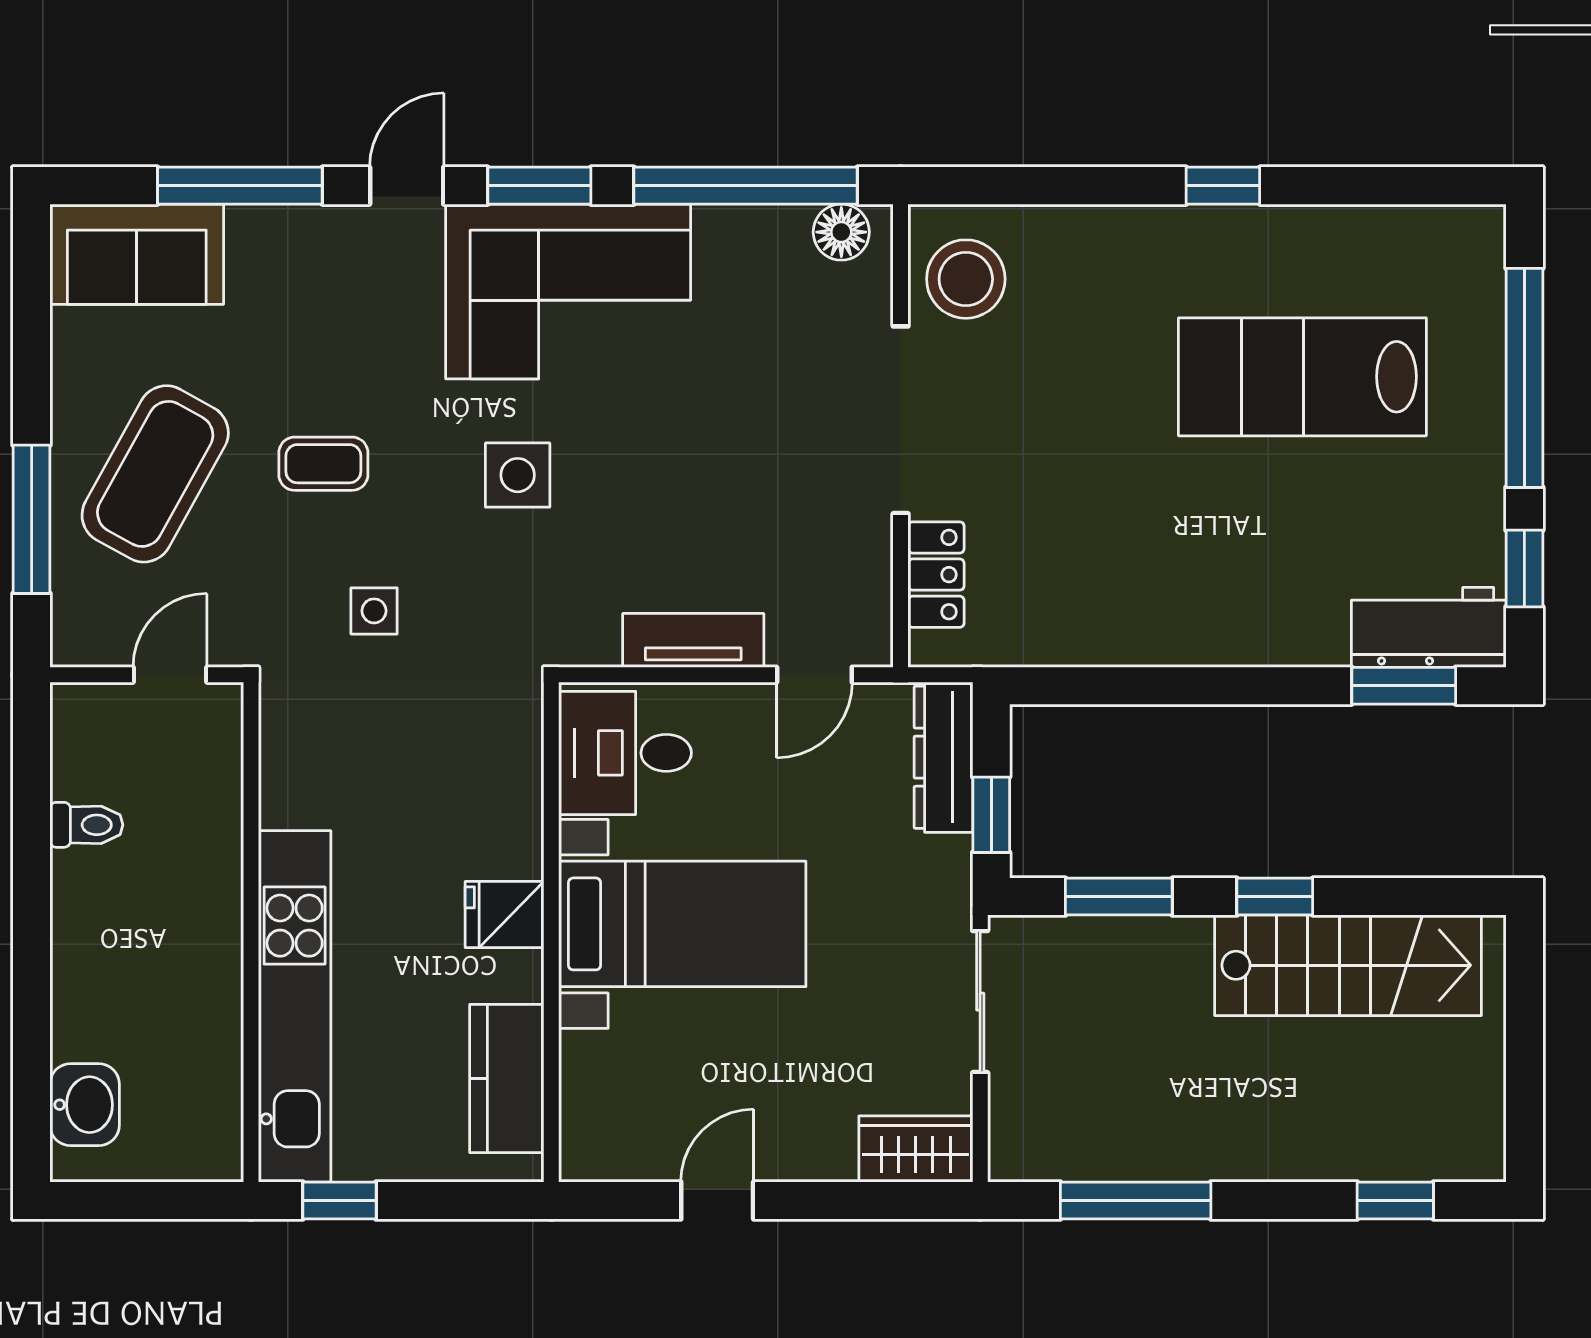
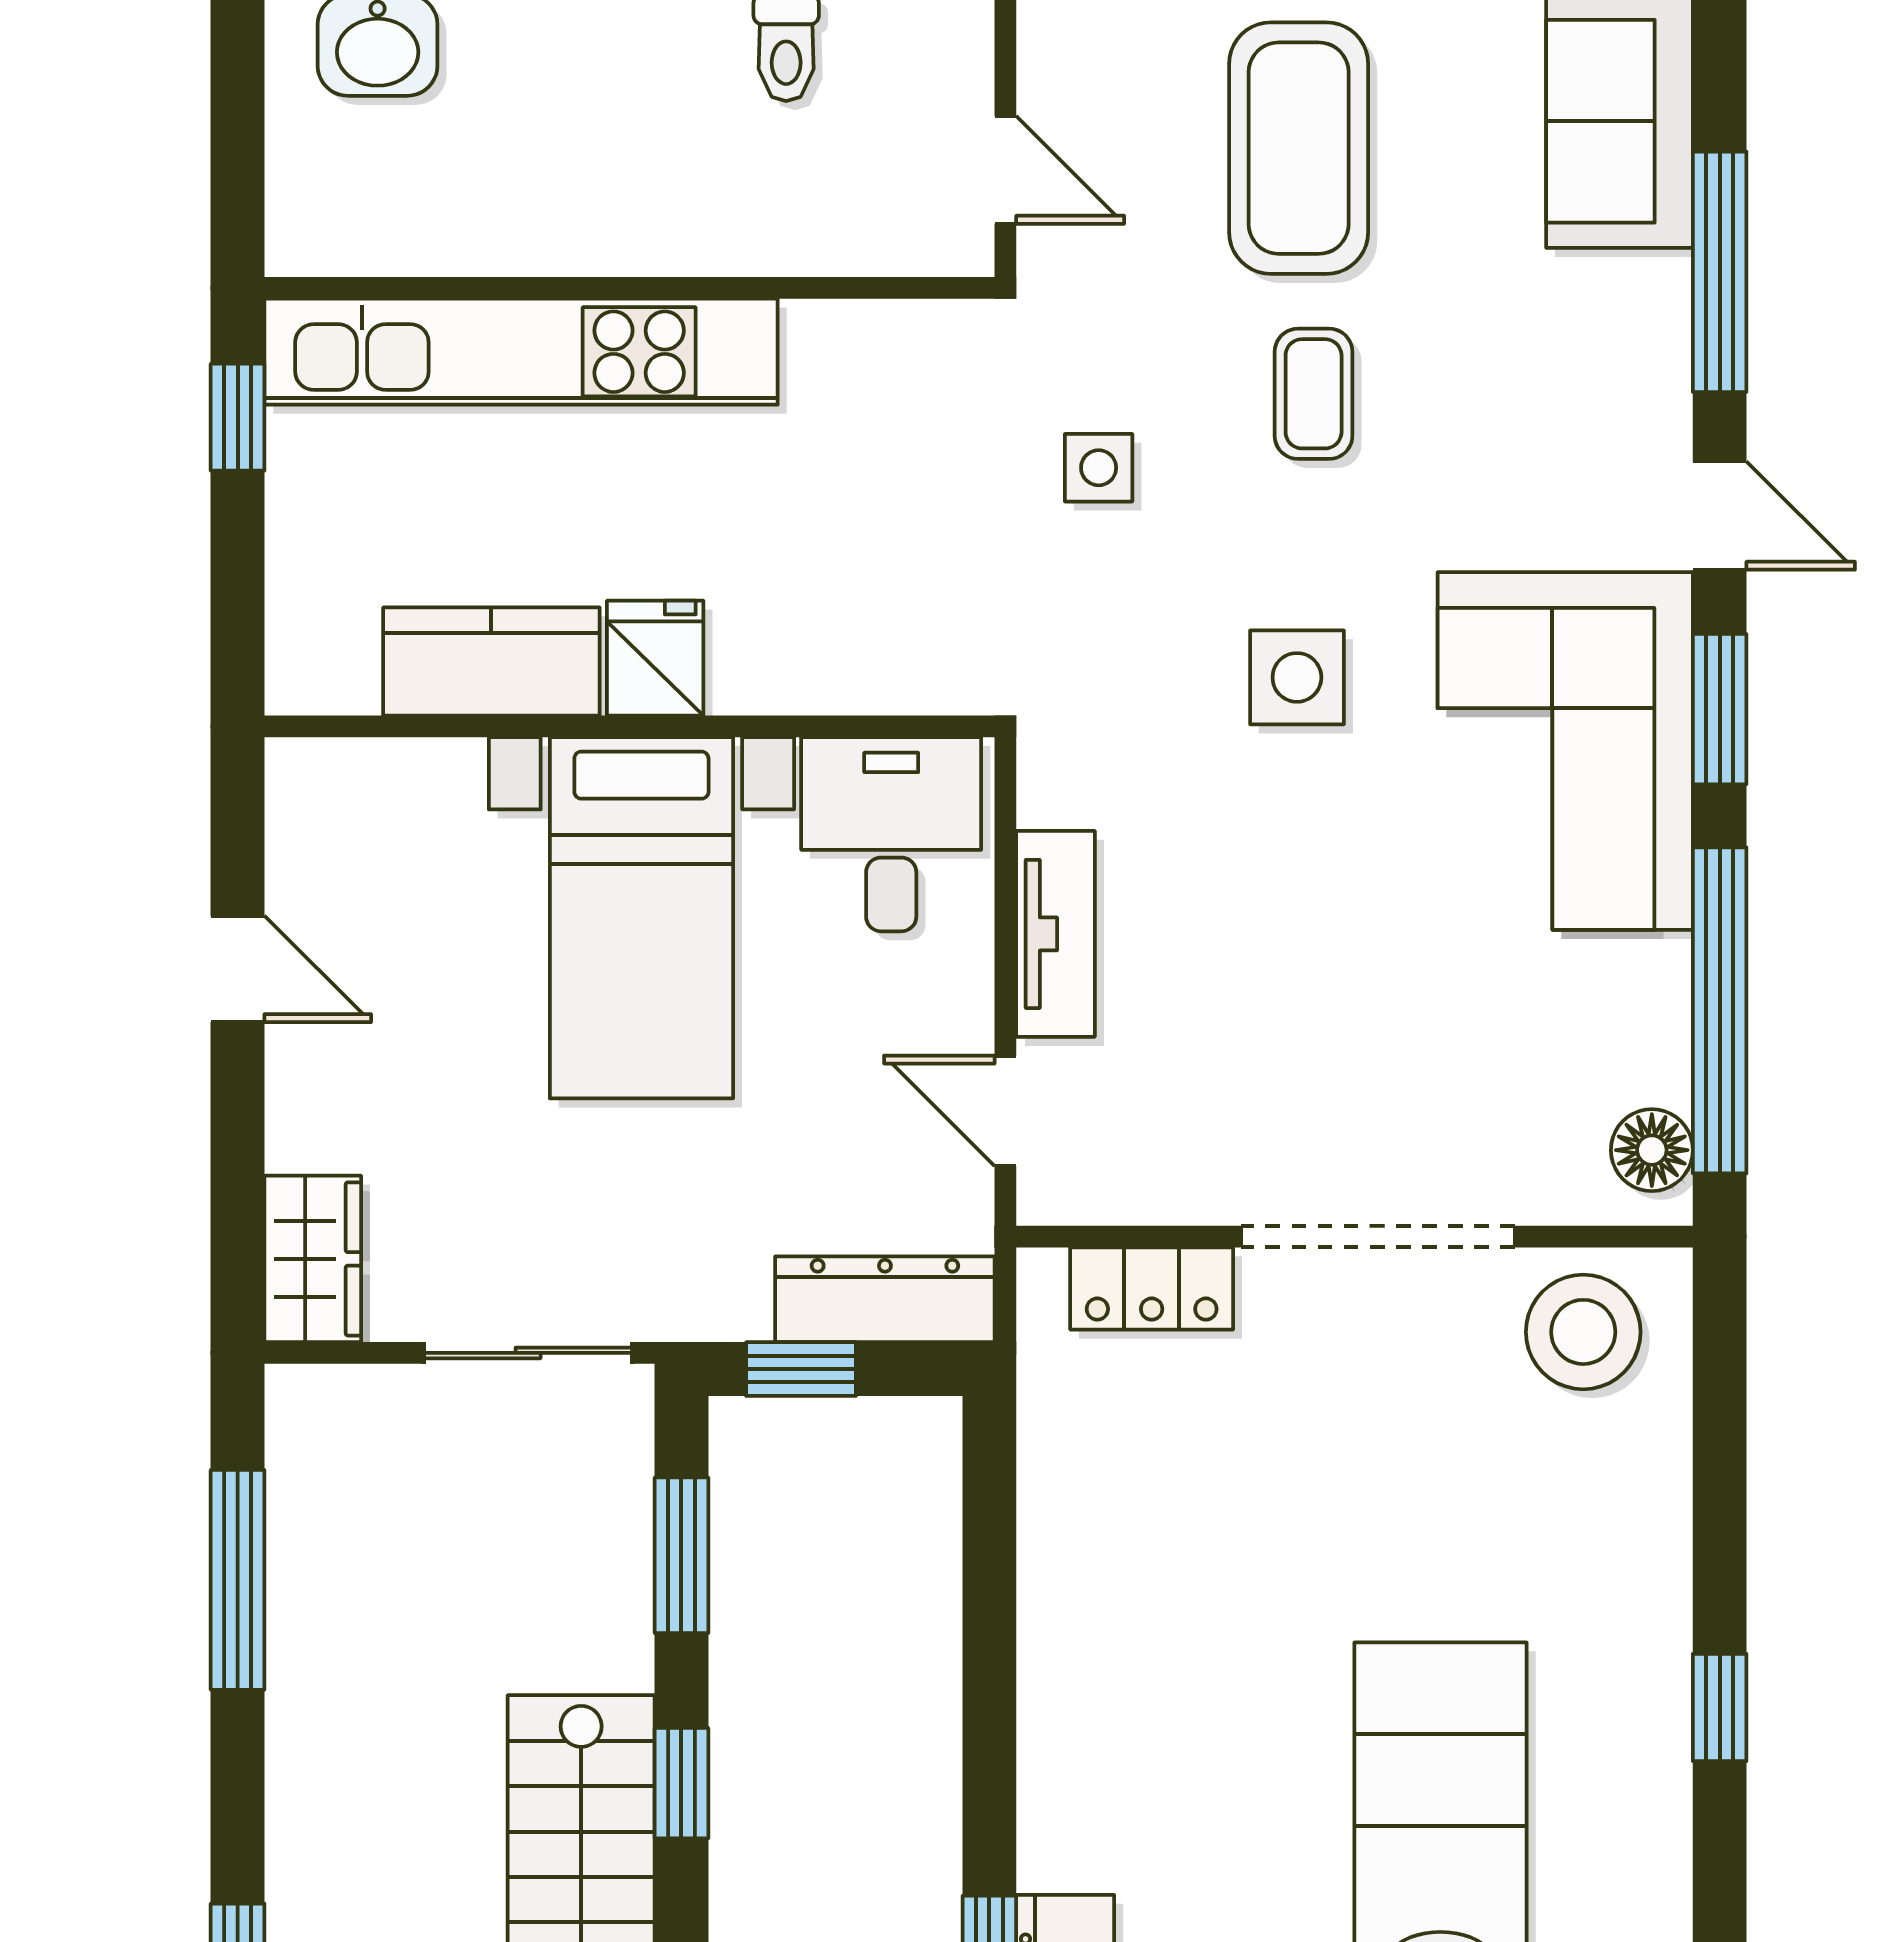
coffee table: (155, 474) -> (1299, 148), turned 61
kitchen counter: (507, 1078) -> (491, 662), moved

